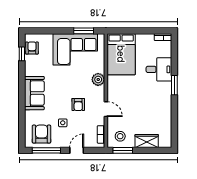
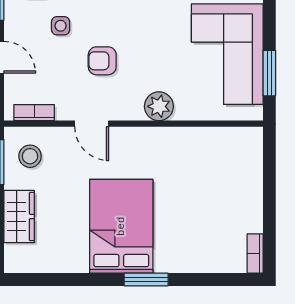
bed: (121, 54) -> (121, 226), moved, turned 90
desk: (159, 69) -> (182, 244), removed
door: (106, 109) -> (92, 124), hinge flipped

